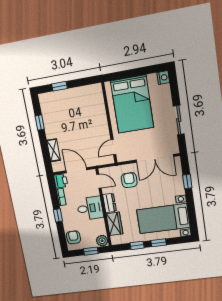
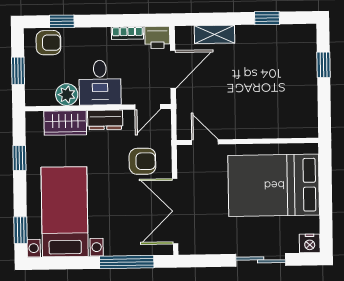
sliding door: (179, 120) -> (261, 260), moved
window: (187, 181) -> (127, 262), width x2.17
window: (58, 215) -> (62, 21), moved
plant: (102, 241) -> (67, 95), moved
window: (159, 243) -> (21, 230), moved

